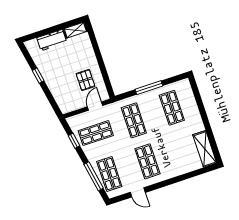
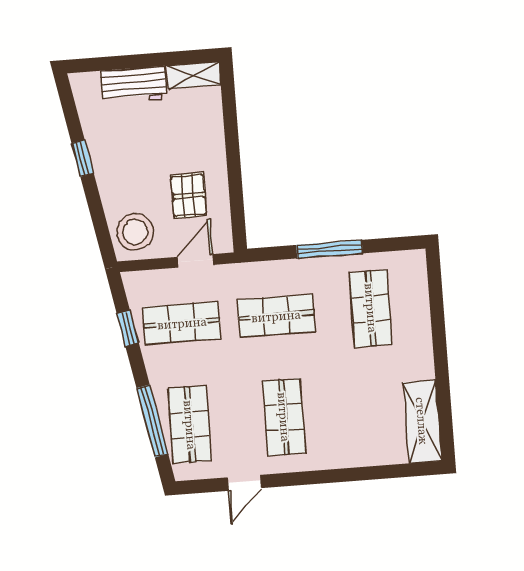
stool: (67, 100) -> (135, 232), added
shop shelf: (134, 120) -> (276, 316), turned 90
door: (138, 192) -> (244, 483), hinge flipped

